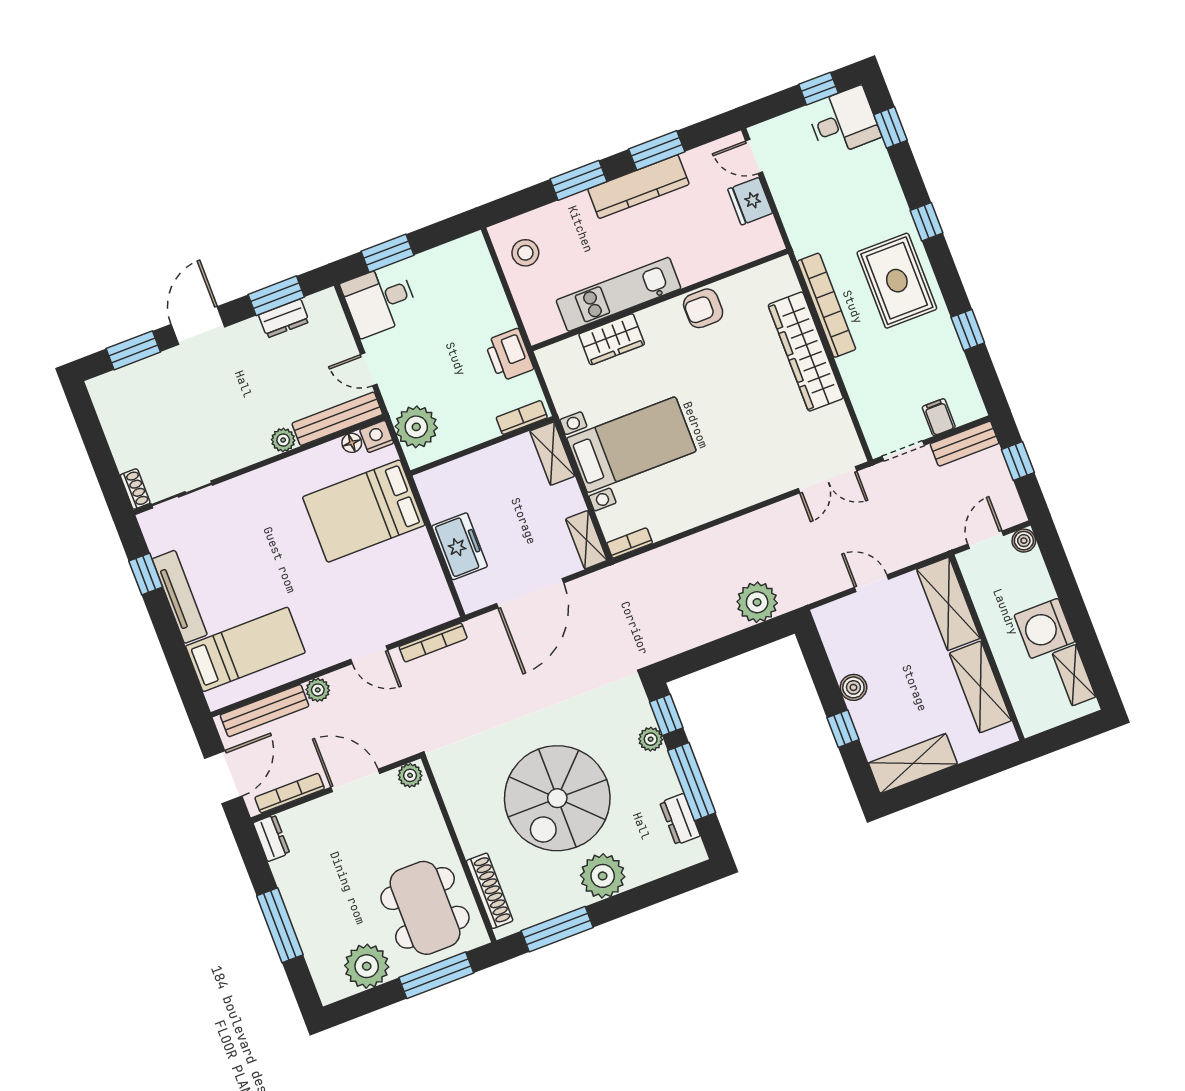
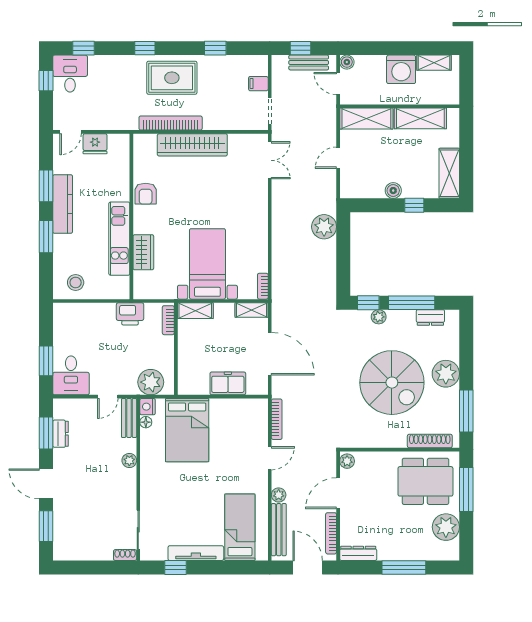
bench: (337, 419) -> (129, 418), width x0.73
bench: (965, 444) -> (309, 63), moved, turned 90
dresser: (271, 838) -> (358, 553), width x1.44

